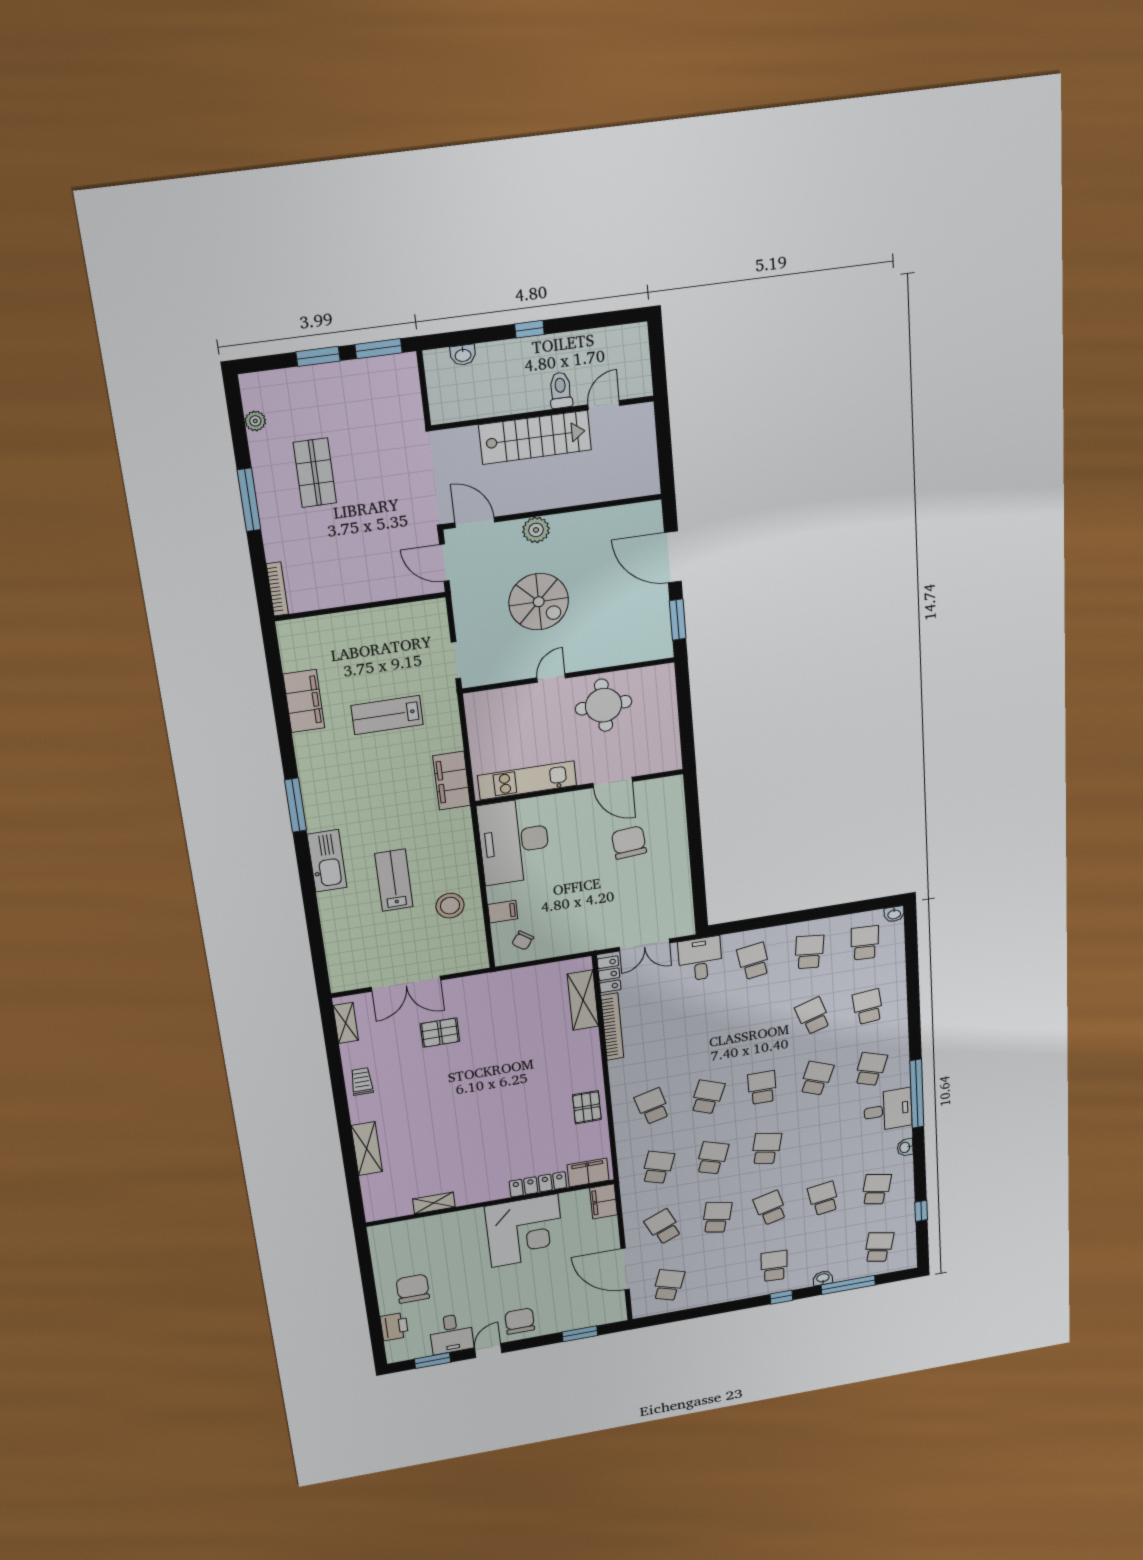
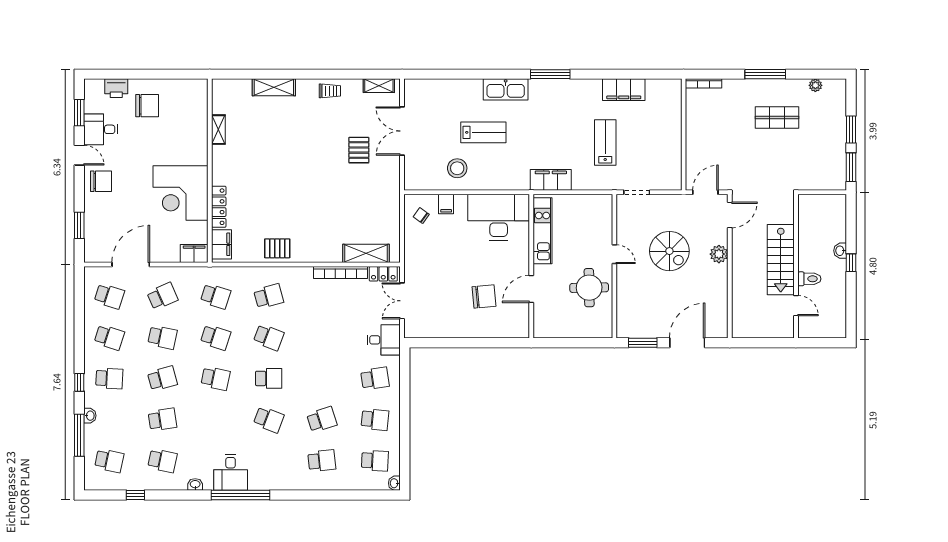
washbasin: (463, 355) -> (840, 251), moved
spiral stairs: (539, 602) -> (669, 251), turned -90
school desk: (871, 1069) -> (109, 337), moved

